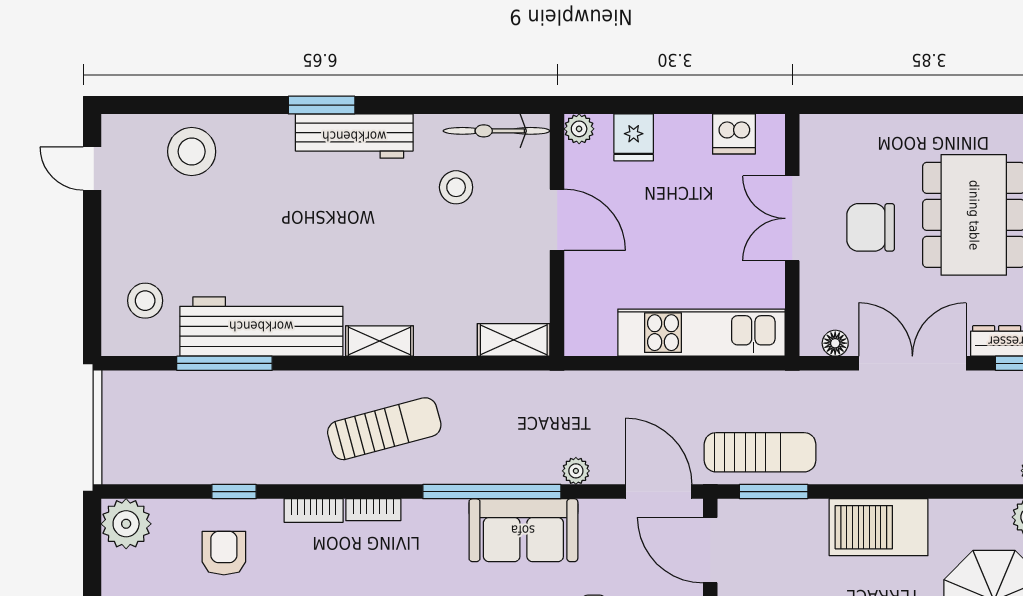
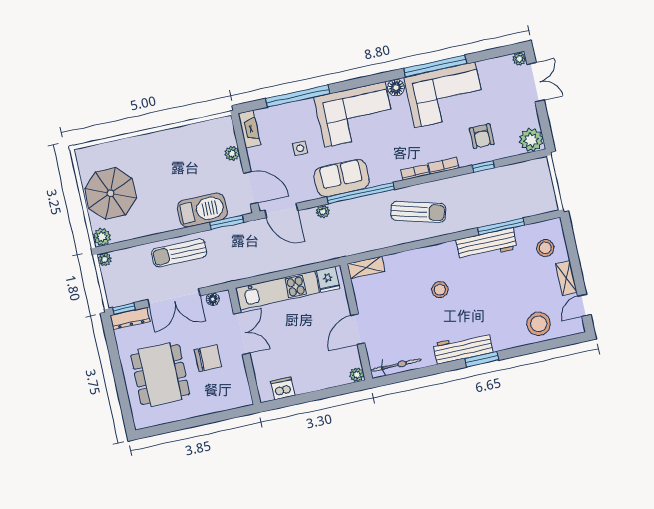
fridge: (634, 137) -> (328, 279), moved, turned 180
door: (92, 169) -> (584, 305), swing flipped
stool: (456, 187) -> (440, 290), moved
double door: (792, 218) -> (242, 334), moved
door: (557, 220) -> (358, 329), hinge flipped
workbench: (261, 326) -> (487, 244), width x0.73, depth x0.76
shelving: (380, 341) -> (566, 278), moved, turned 90
sun lounger: (384, 429) -> (418, 212), turned -150
sun lounger: (760, 452) -> (179, 253), moved
barbecue: (879, 527) -> (202, 210), moved

